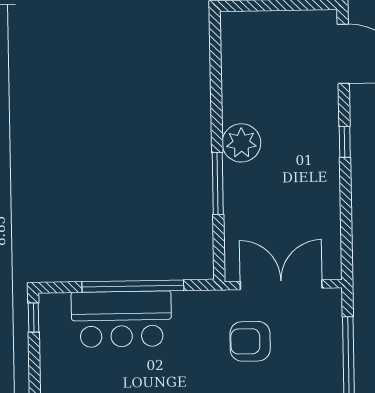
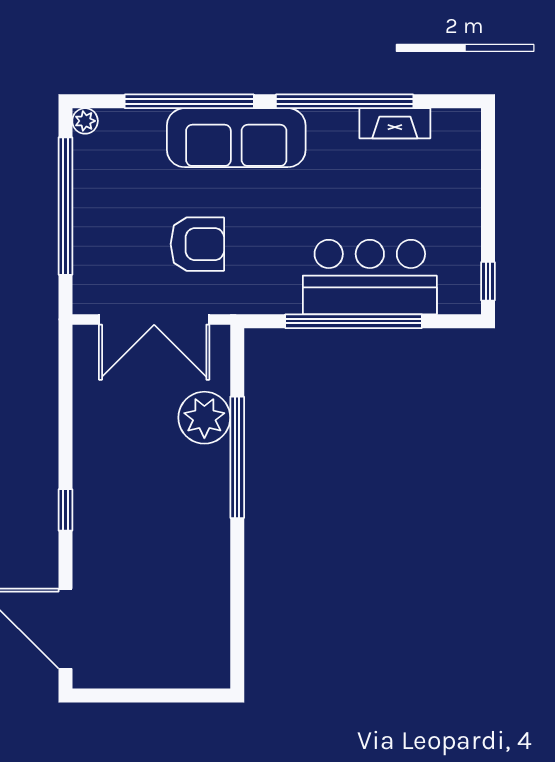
plant: (241, 143) -> (204, 418), moved
window: (218, 183) -> (237, 457), width x1.46

